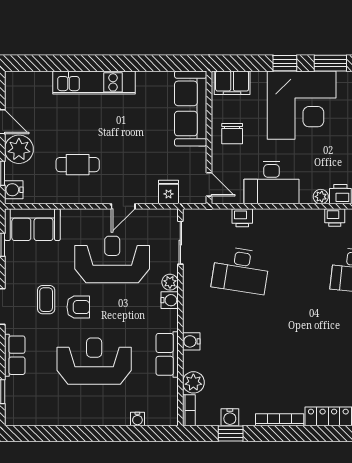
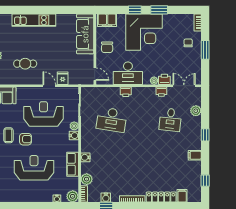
fridge: (168, 192) -> (63, 78), moved
door: (123, 206) -> (49, 86), swing flipped
printer: (242, 218) -> (126, 92), moved
plant: (167, 415) -> (73, 196), added

